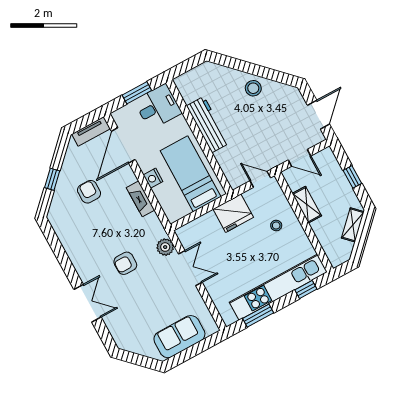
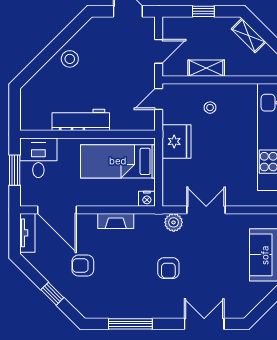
nightstand: (153, 178) -> (147, 199), moved
window: (62, 257) -> (130, 324), added
double door: (87, 303) -> (204, 324), moved

